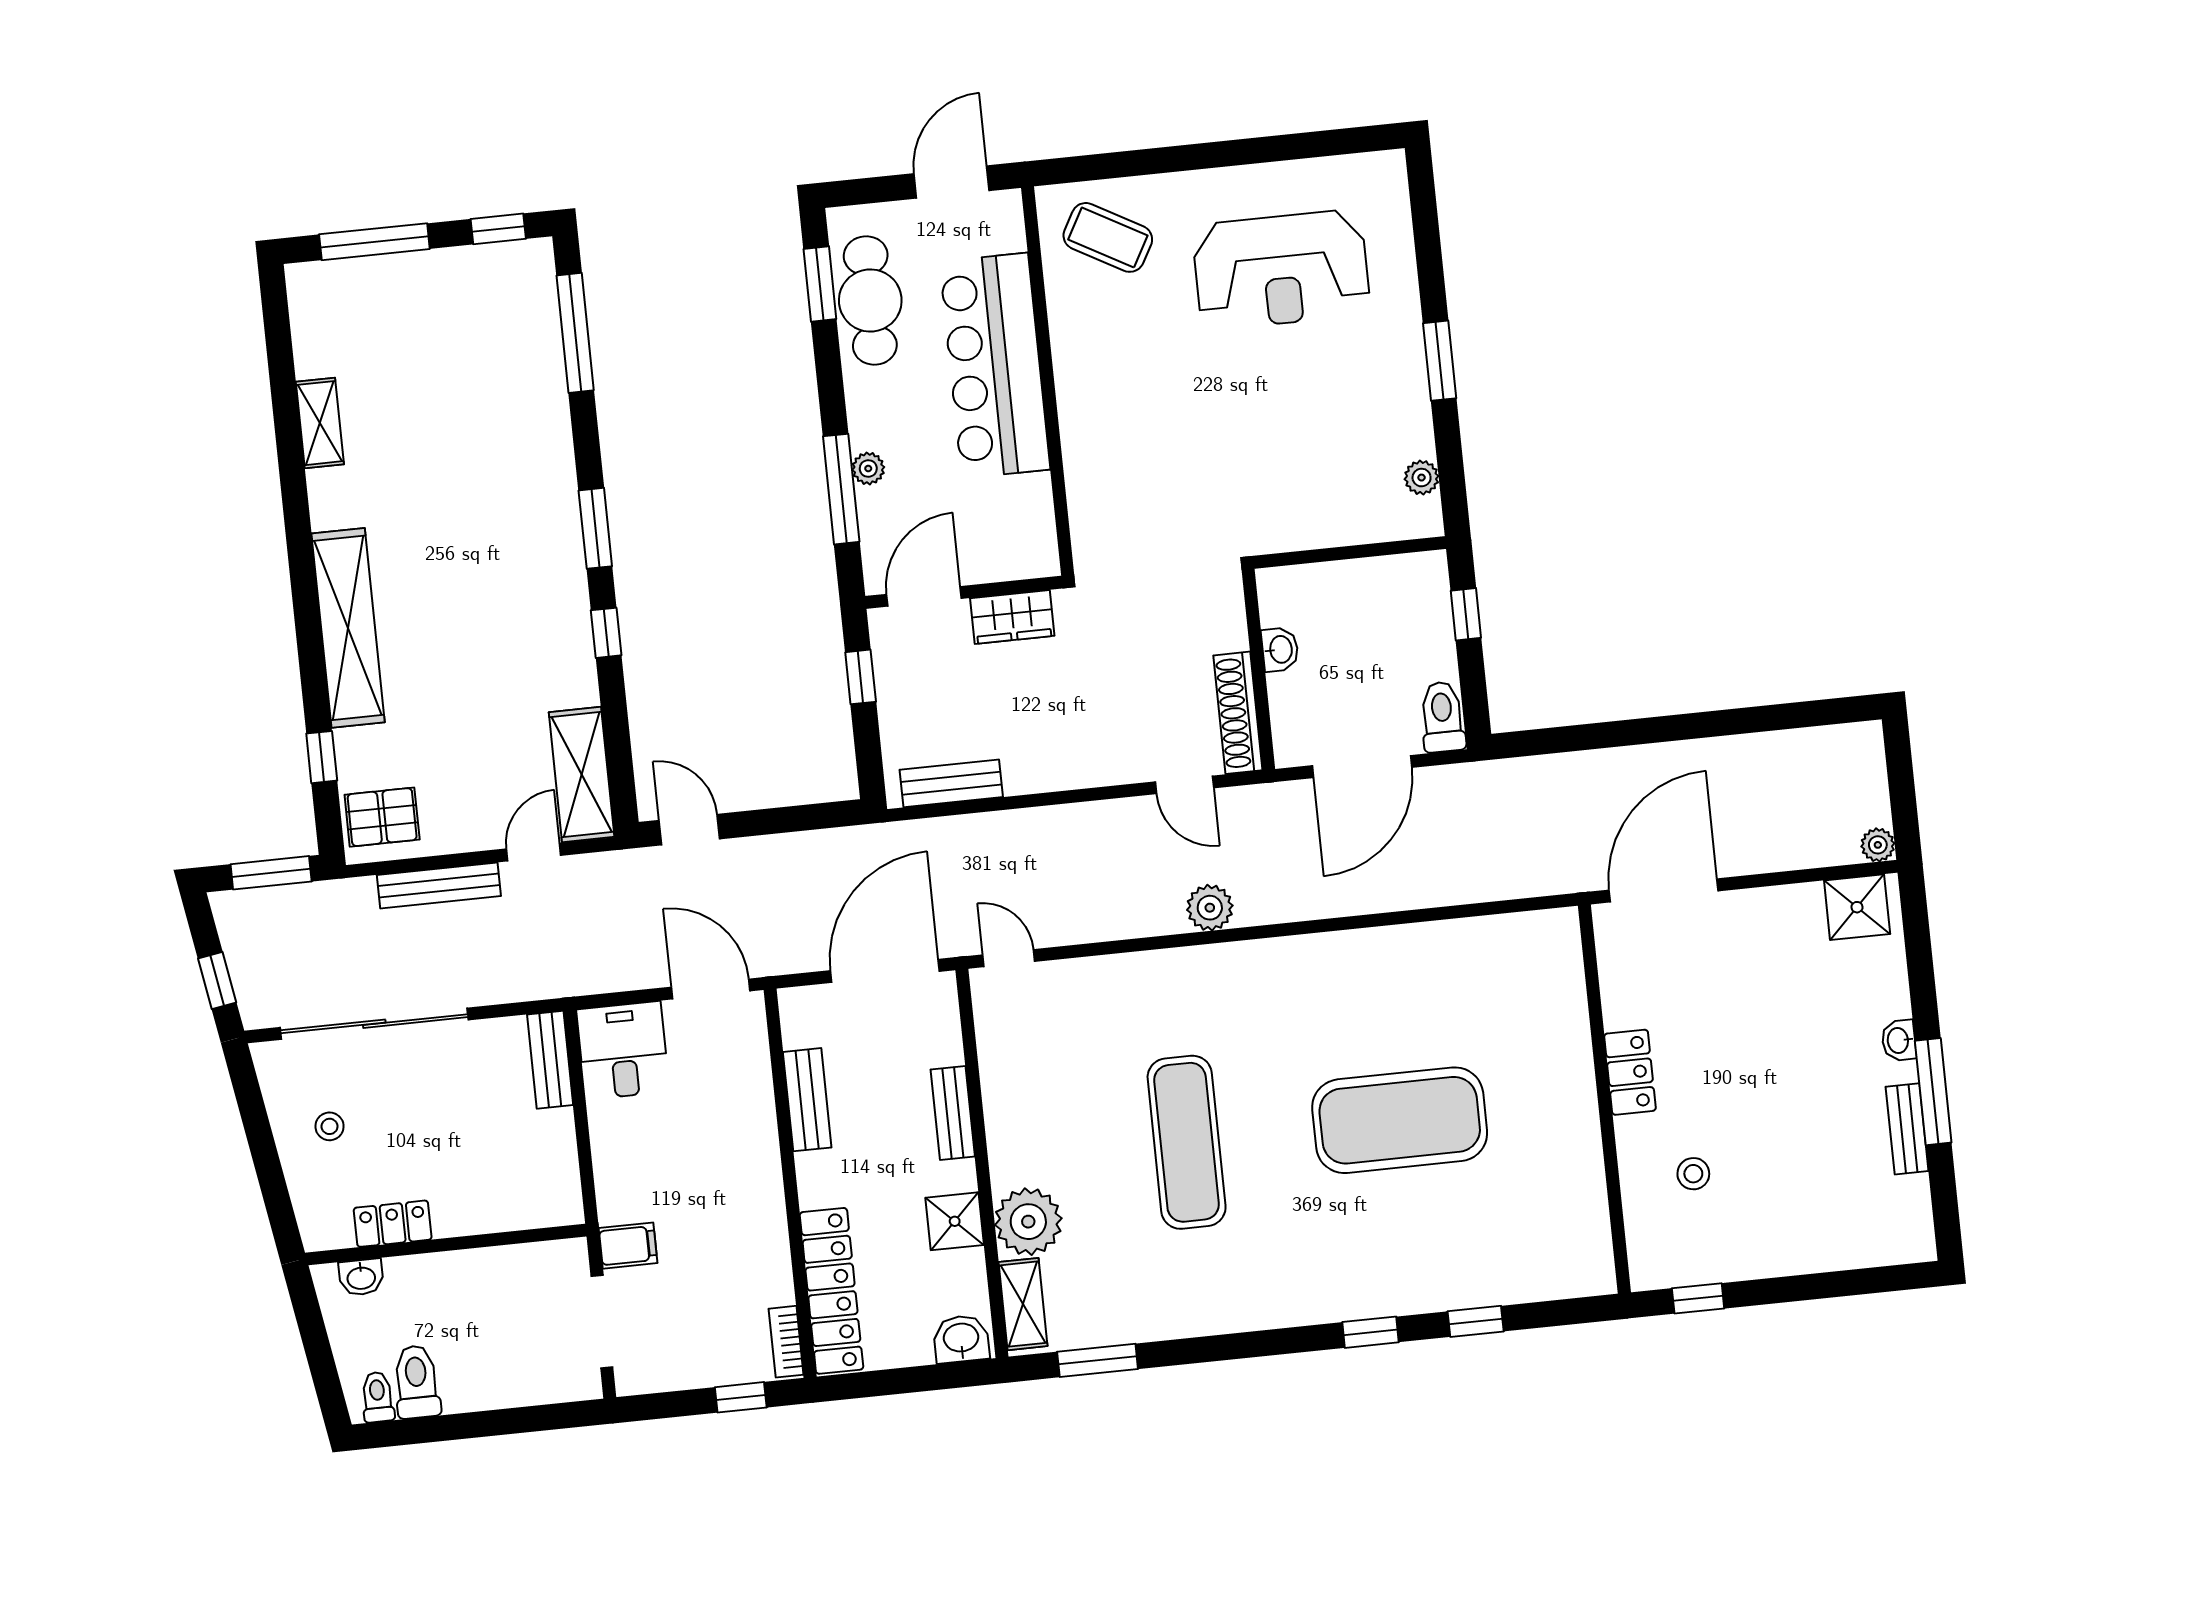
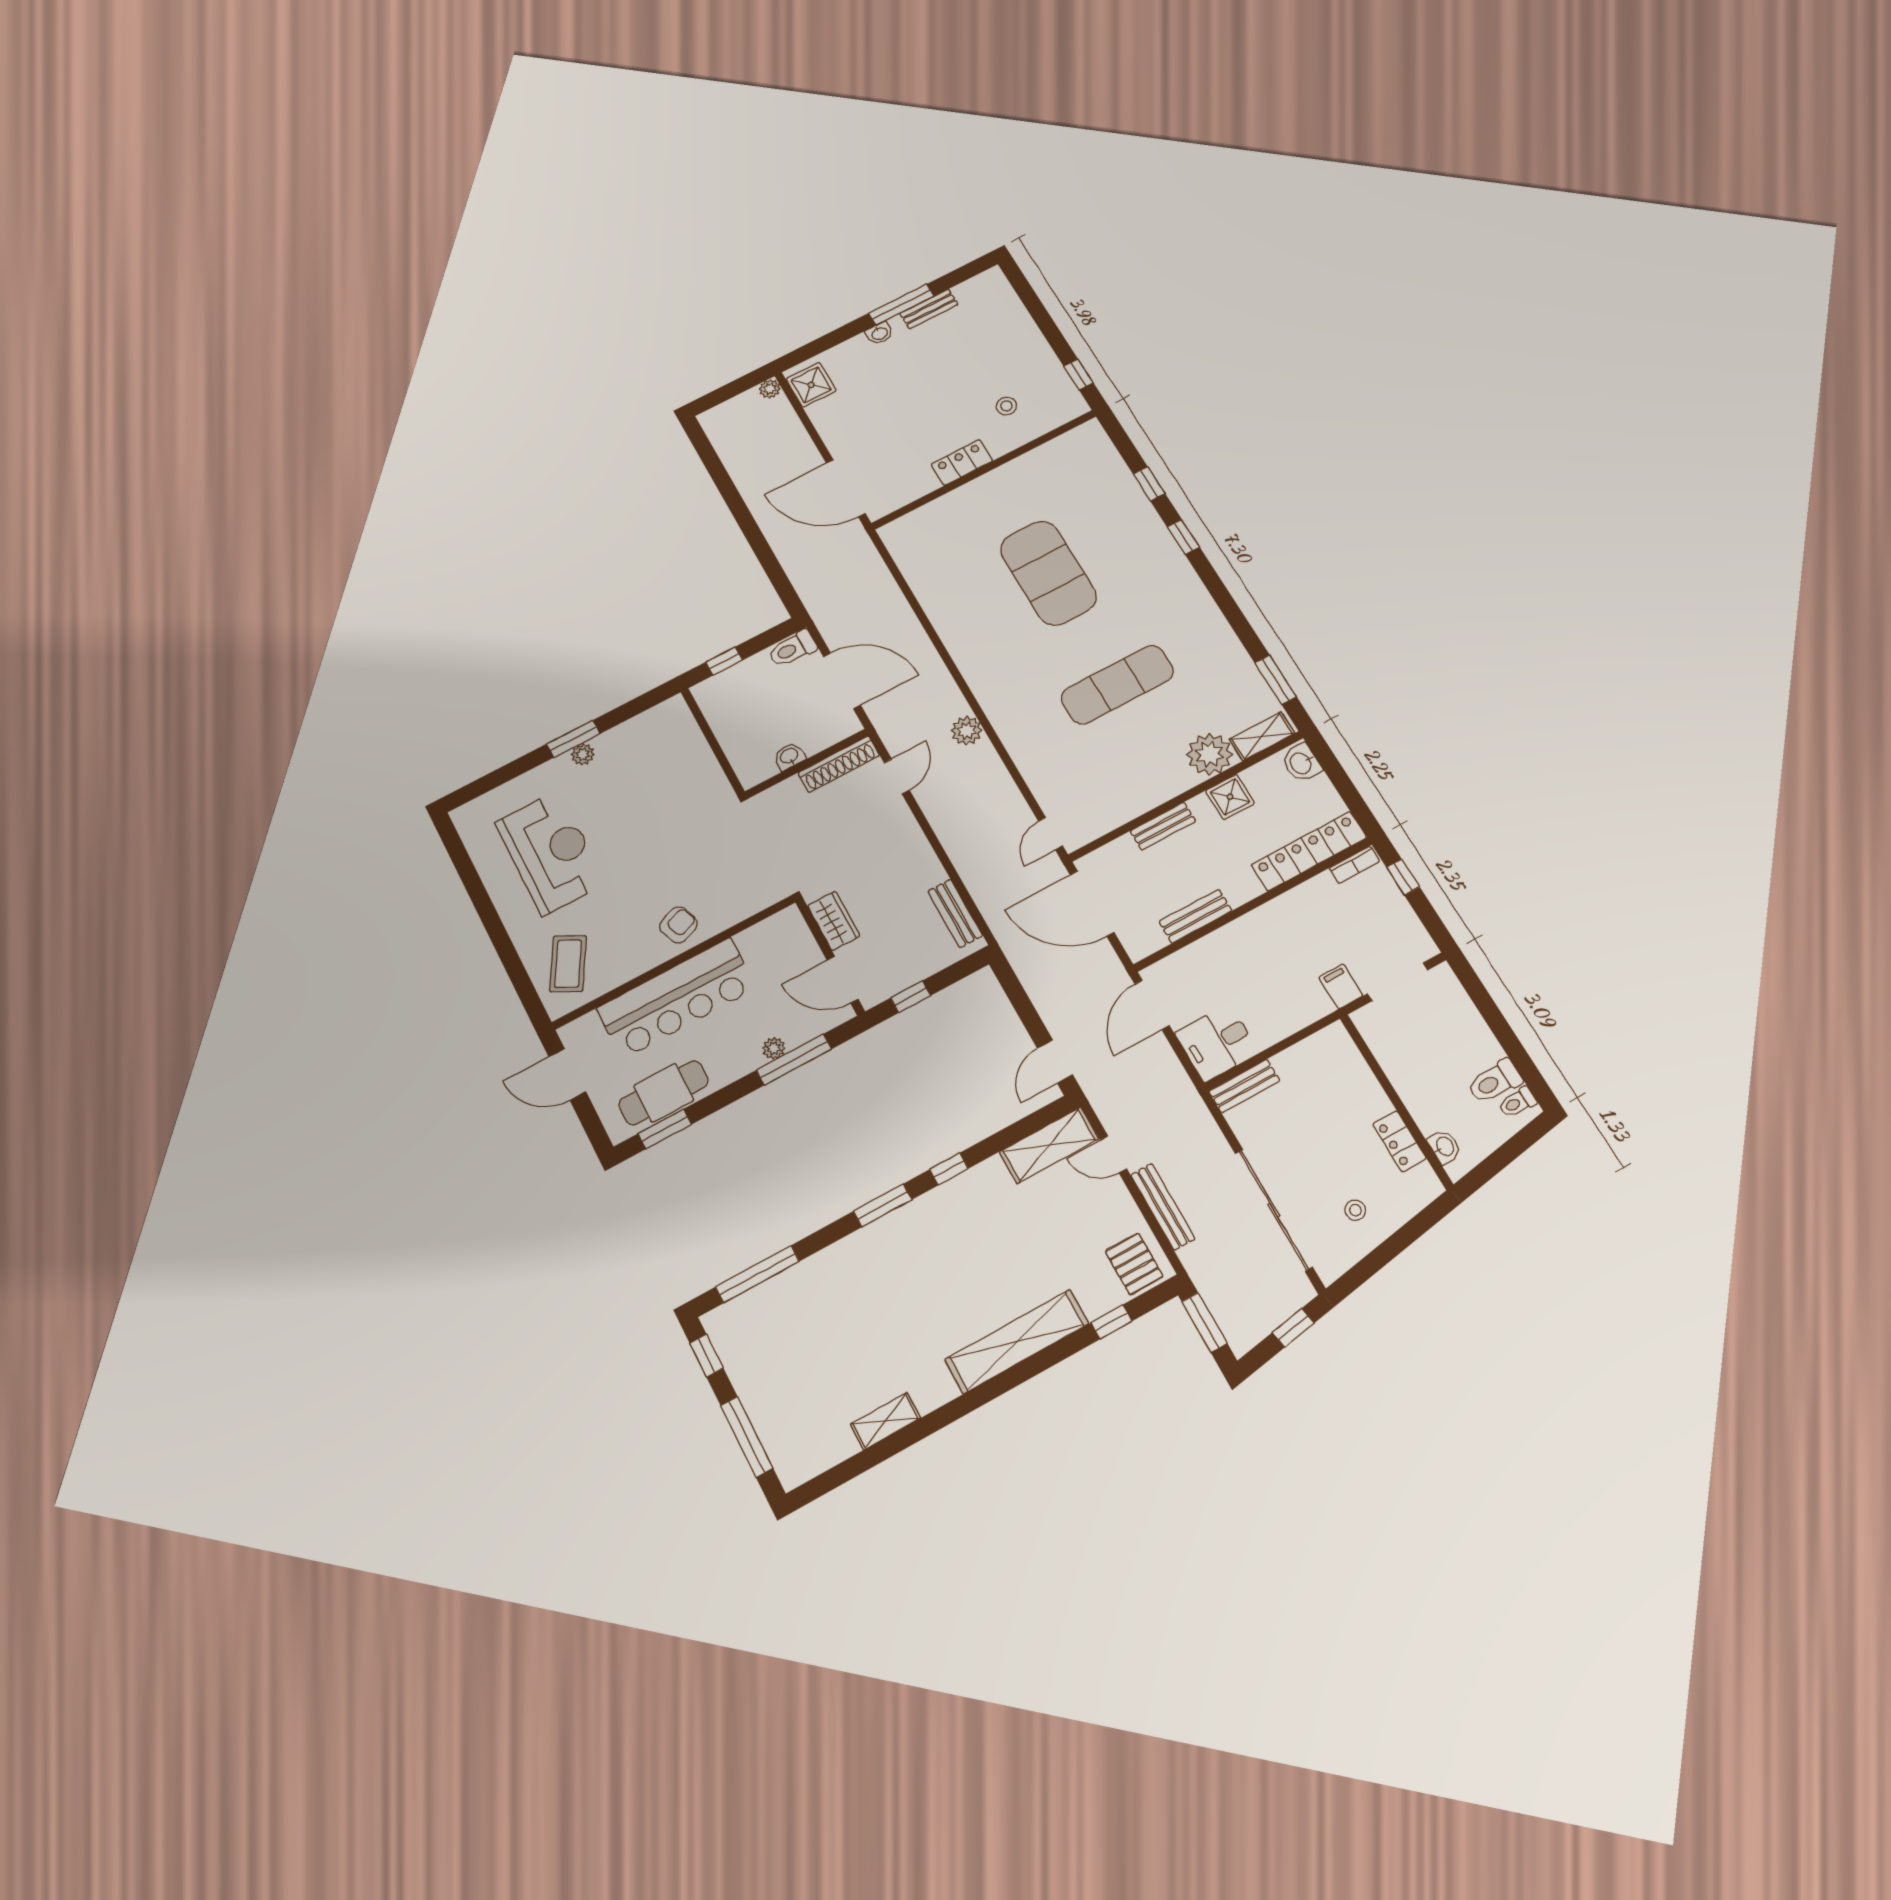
armchair: (1098, 406) -> (678, 925), added
plant: (1422, 478) -> (583, 754), moved

